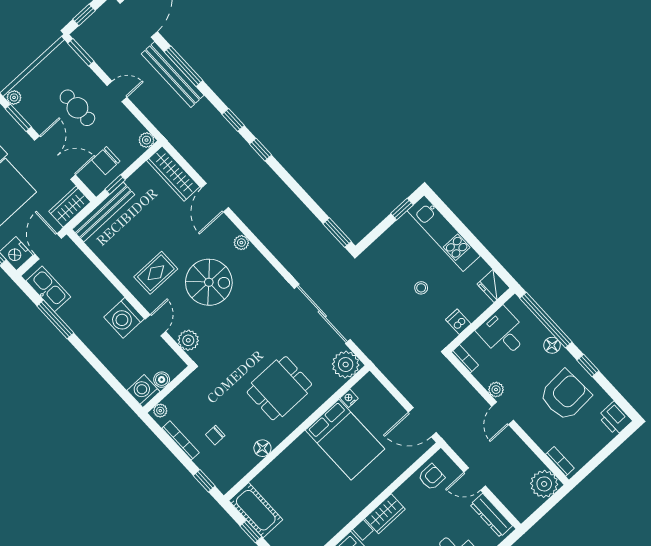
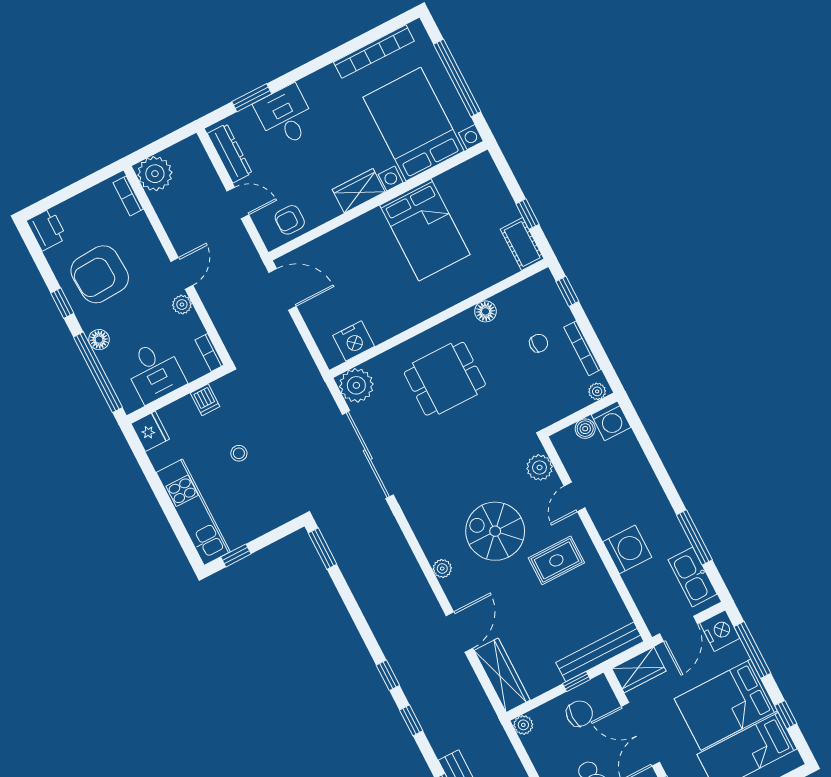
washing machine: (124, 318) -> (627, 549), moved
nightstand: (349, 398) -> (354, 341), width x1.89, depth x1.79
bed: (345, 440) -> (425, 230), moved, turned 180
cot: (256, 510) -> (522, 244), width x0.73, depth x0.75

